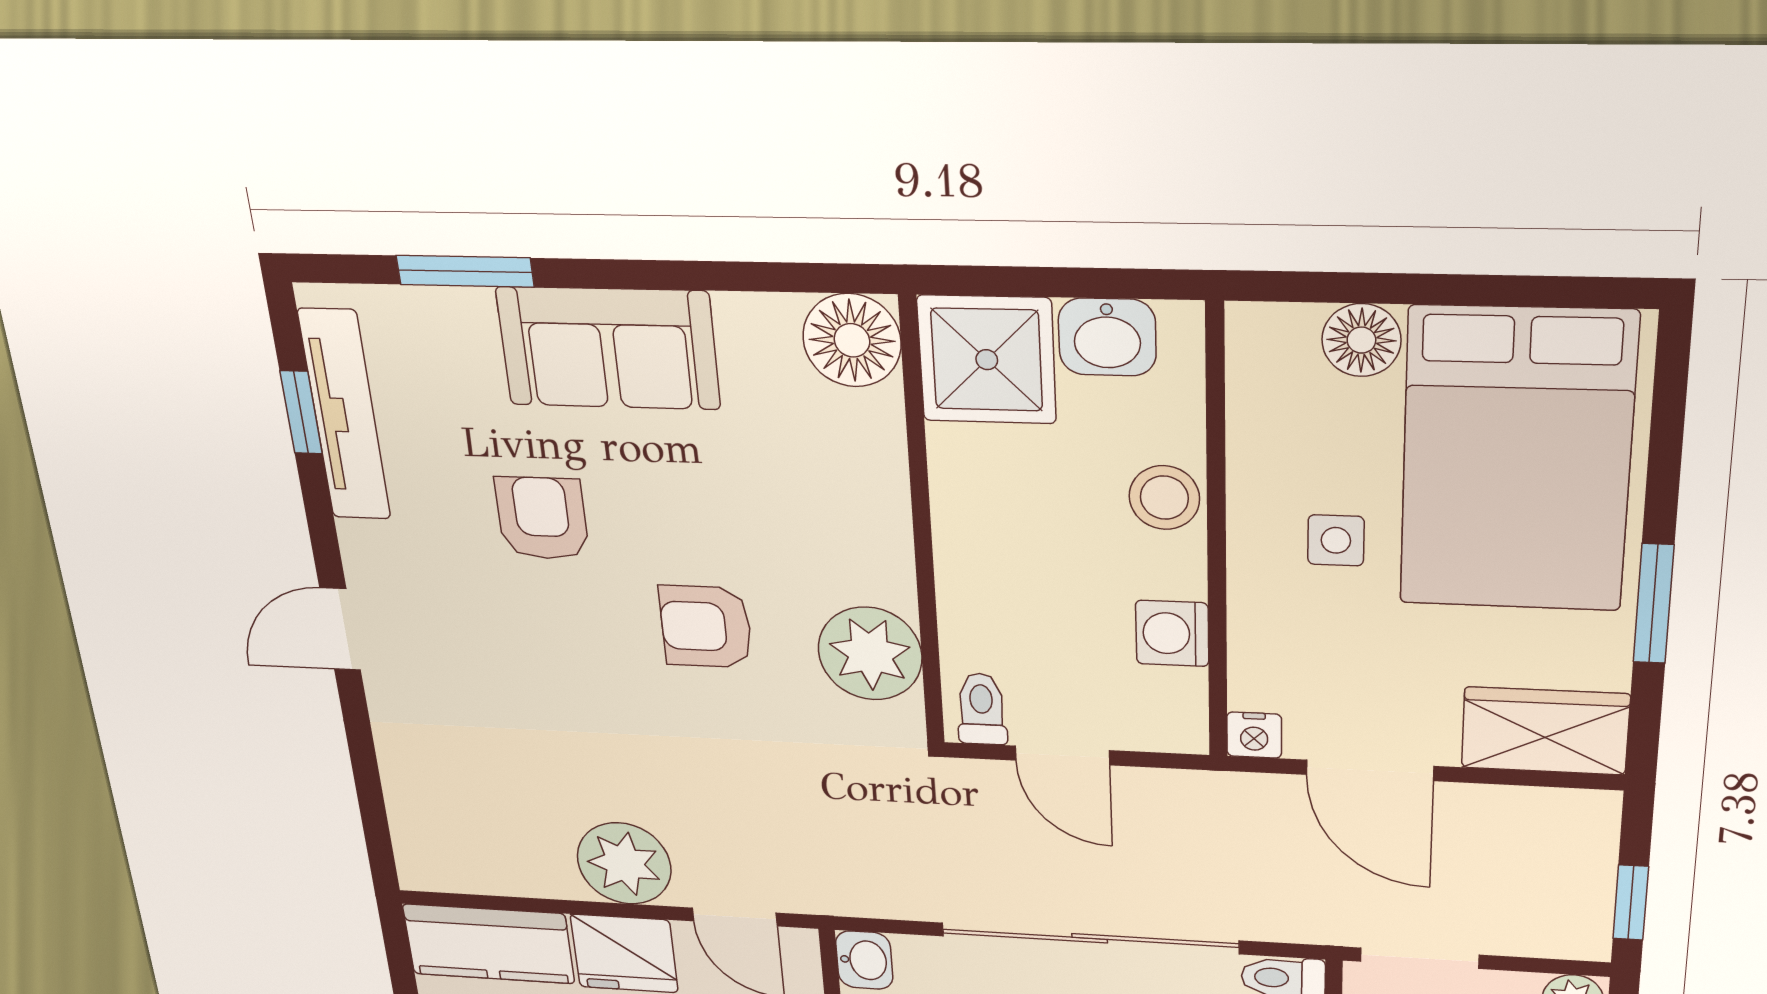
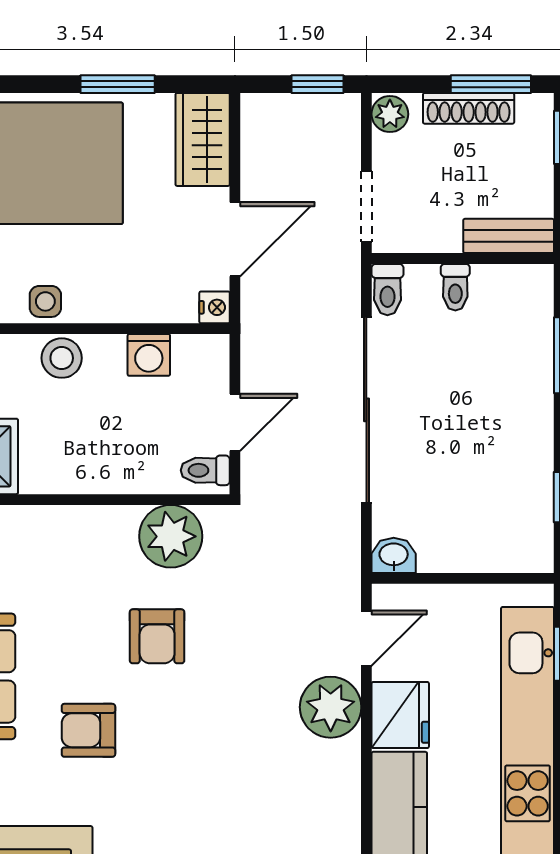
side table: (1336, 540) -> (45, 301), moved

